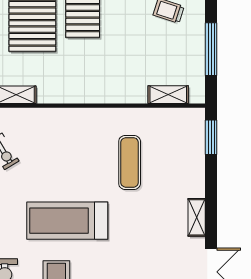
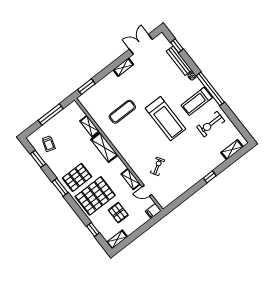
shelving: (96, 92) -> (104, 147), added
shelving: (168, 95) -> (90, 126), moved

